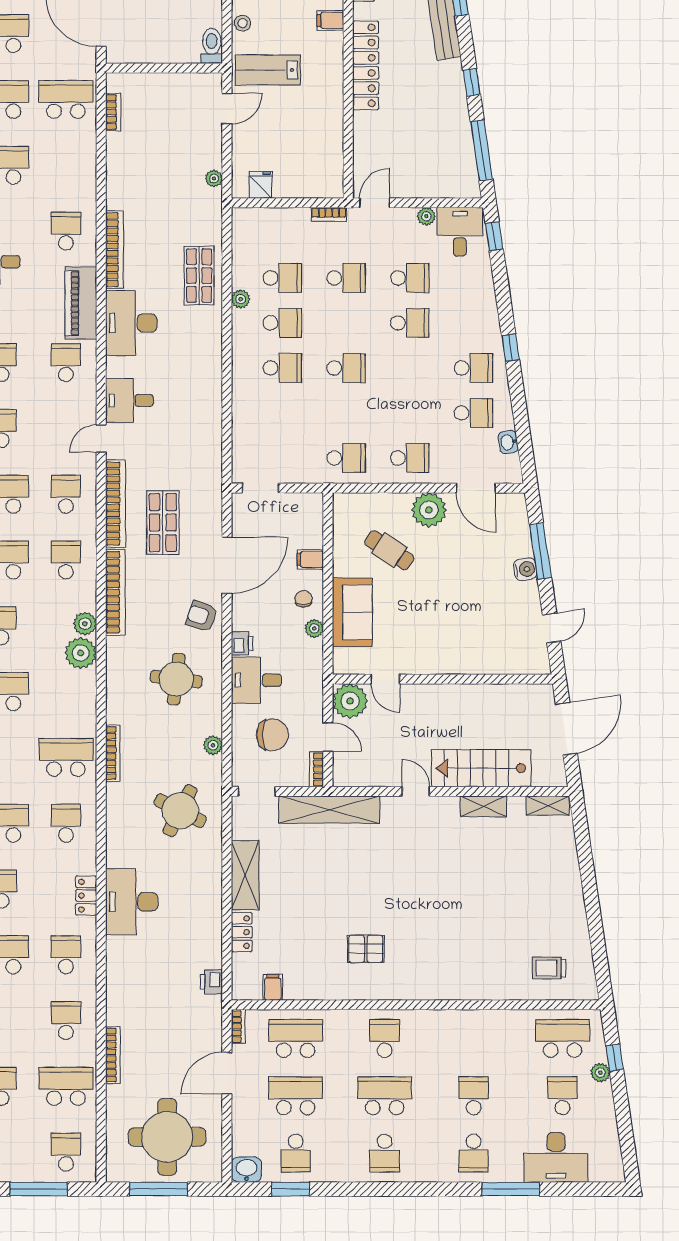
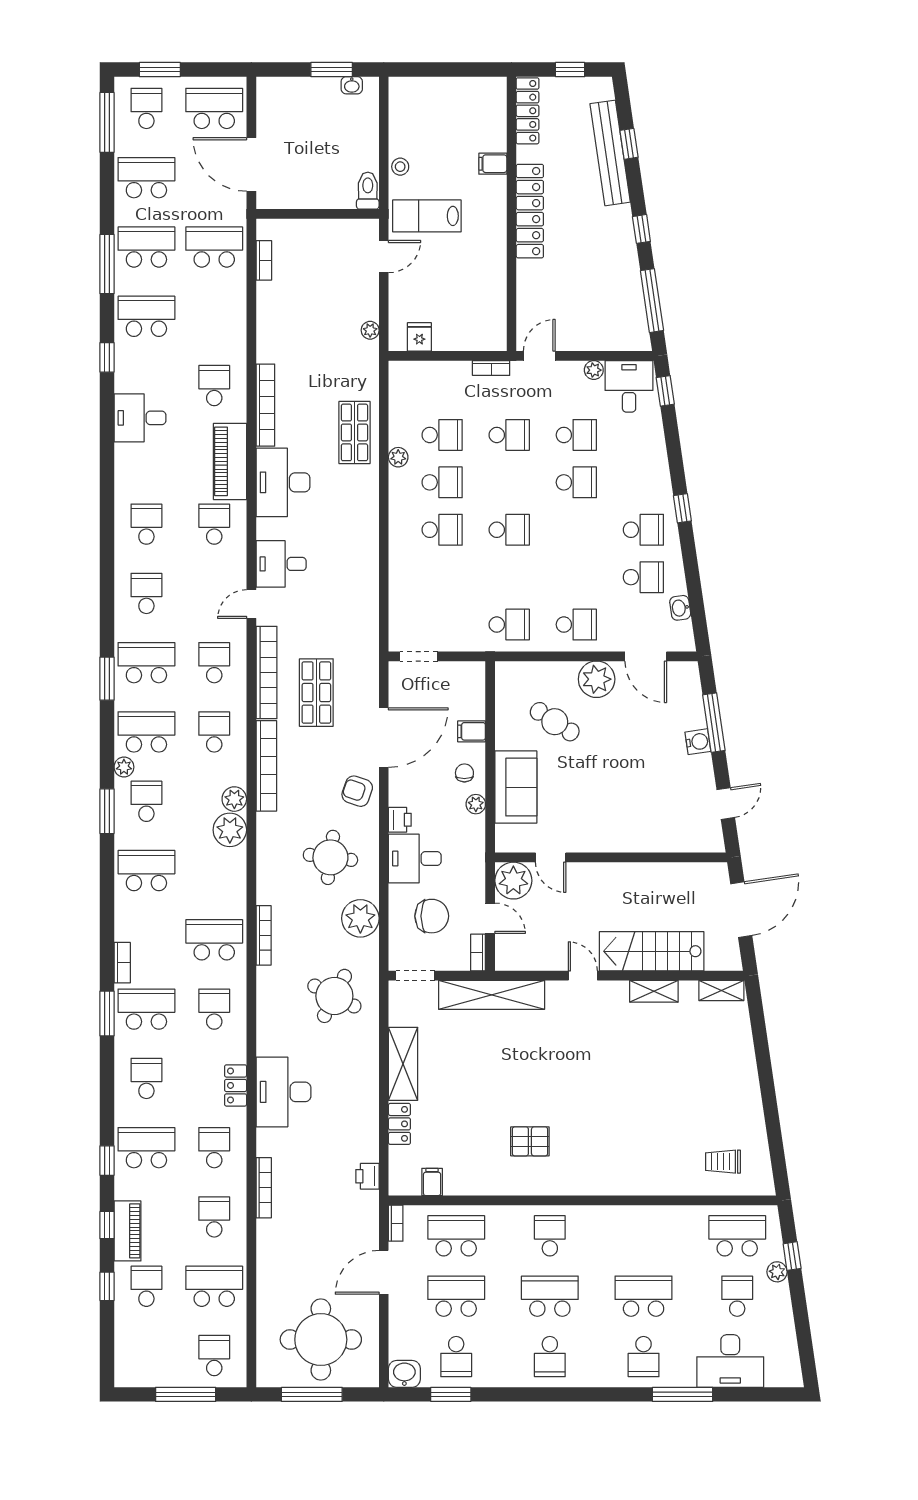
plant: (213, 745) -> (360, 918), width x1.88, depth x1.88
bookcase: (113, 1055) -> (264, 1188), moved
school desk: (474, 1096) -> (644, 1296), width x1.85

